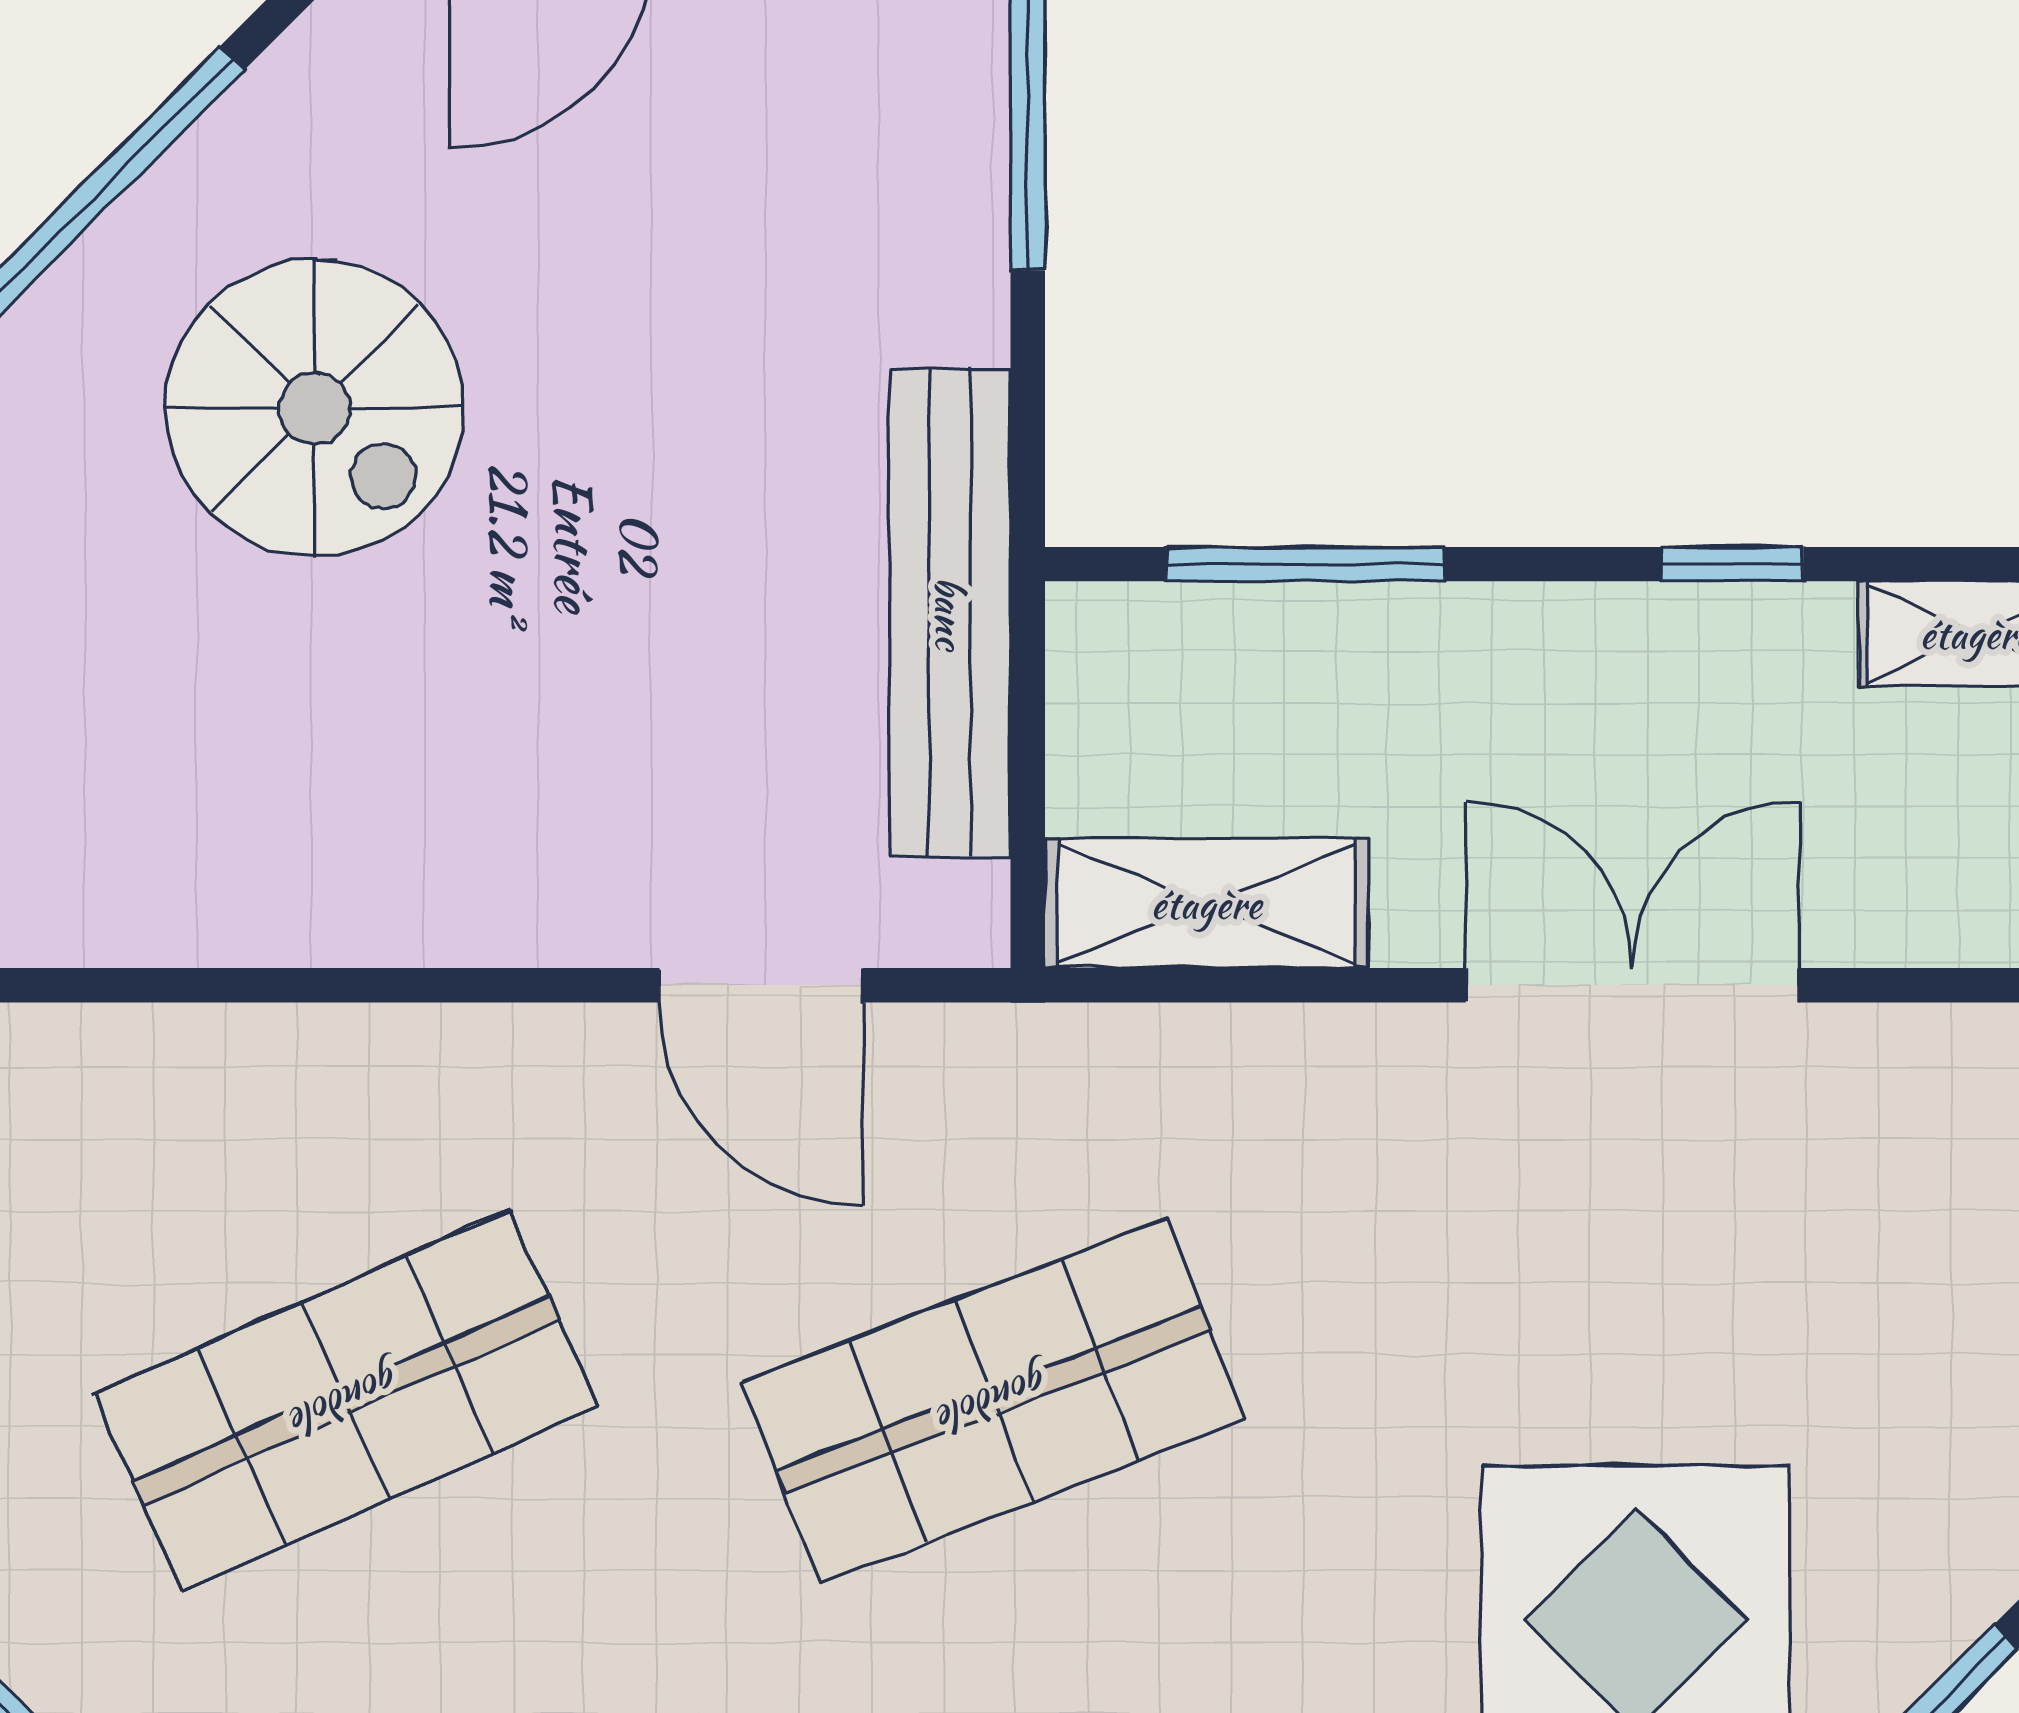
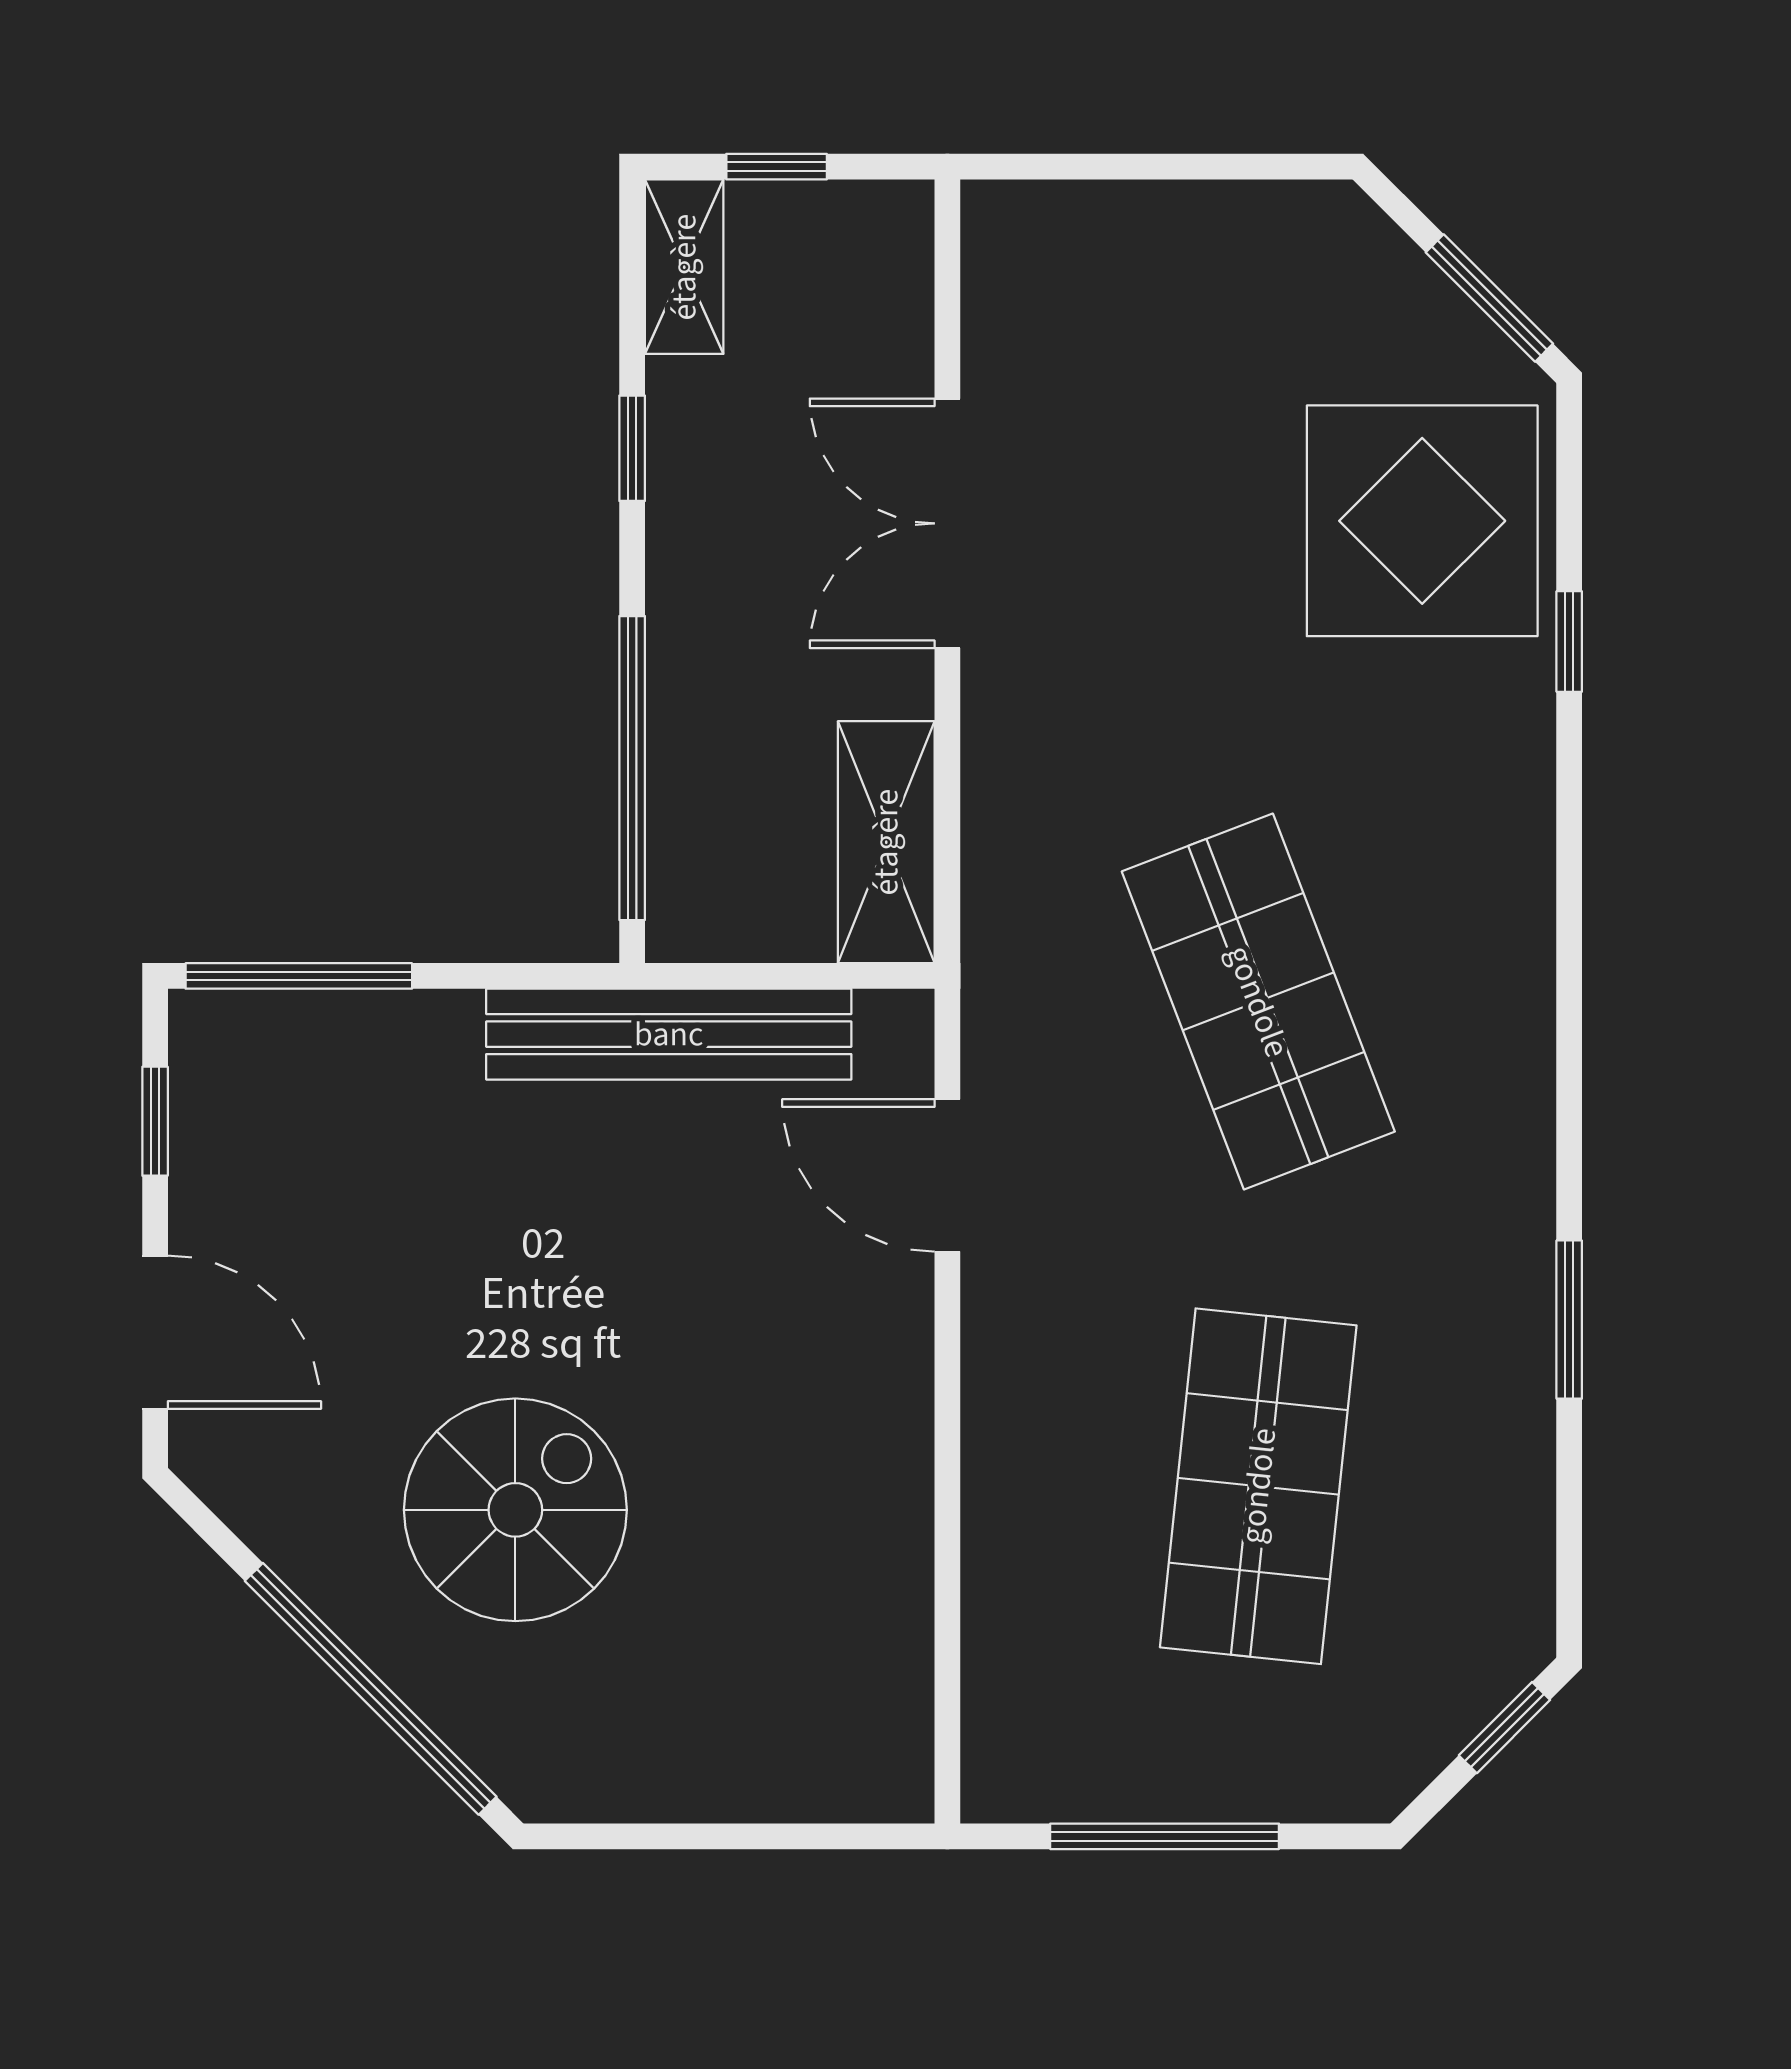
window: (1305, 564) -> (632, 768), width x1.46
door: (761, 985) -> (947, 1175), swing flipped
shop shelf: (346, 1401) -> (1258, 1486), turned 30

